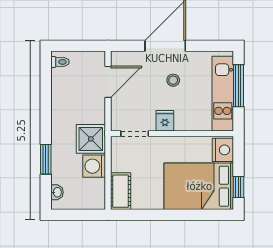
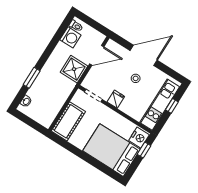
window: (238, 86) -> (172, 106), width x0.46
shower: (91, 139) -> (74, 69), moved
washing machine: (94, 166) -> (70, 37), moved, turned 180
window: (238, 187) -> (144, 150), moved
cot: (121, 191) -> (68, 121), width x1.37, depth x1.34

